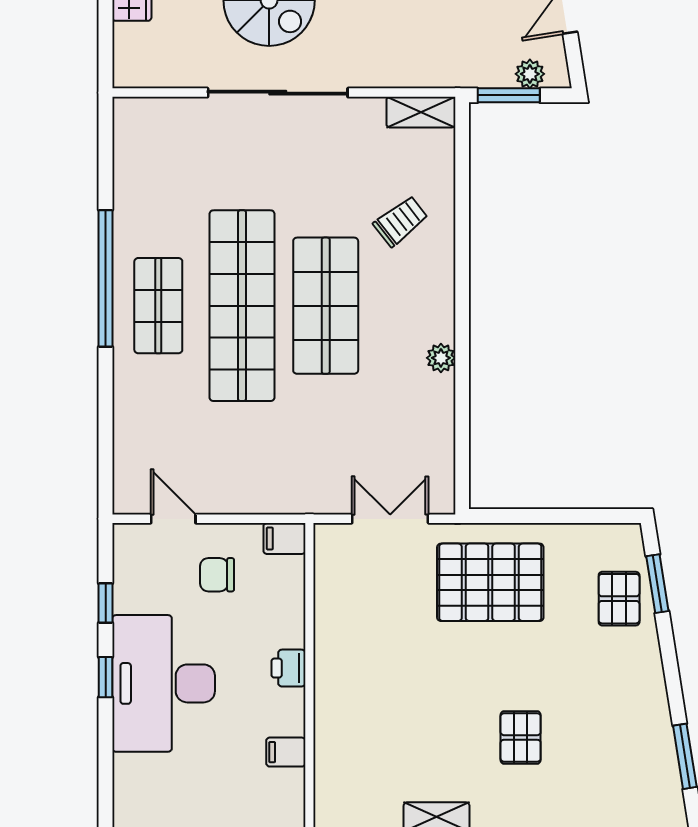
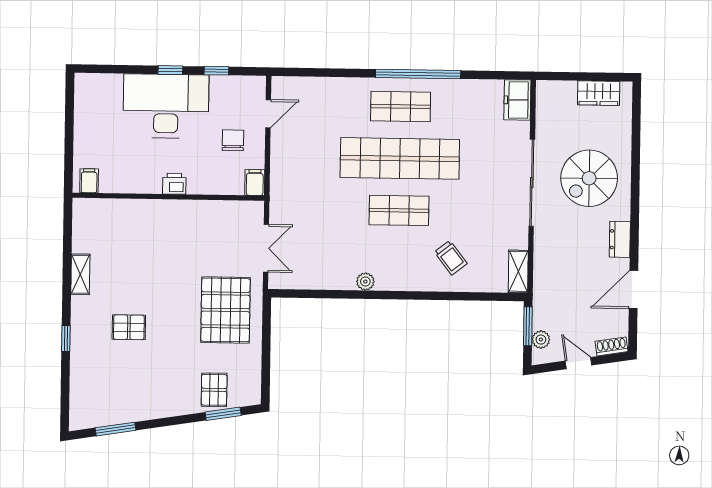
freezer: (145, 118) -> (517, 100), added
shop shelf: (326, 306) -> (399, 210), width x0.70, depth x0.74
pallet: (619, 599) -> (214, 390), turned 90
filing cabinet: (286, 752) -> (89, 181), moved

